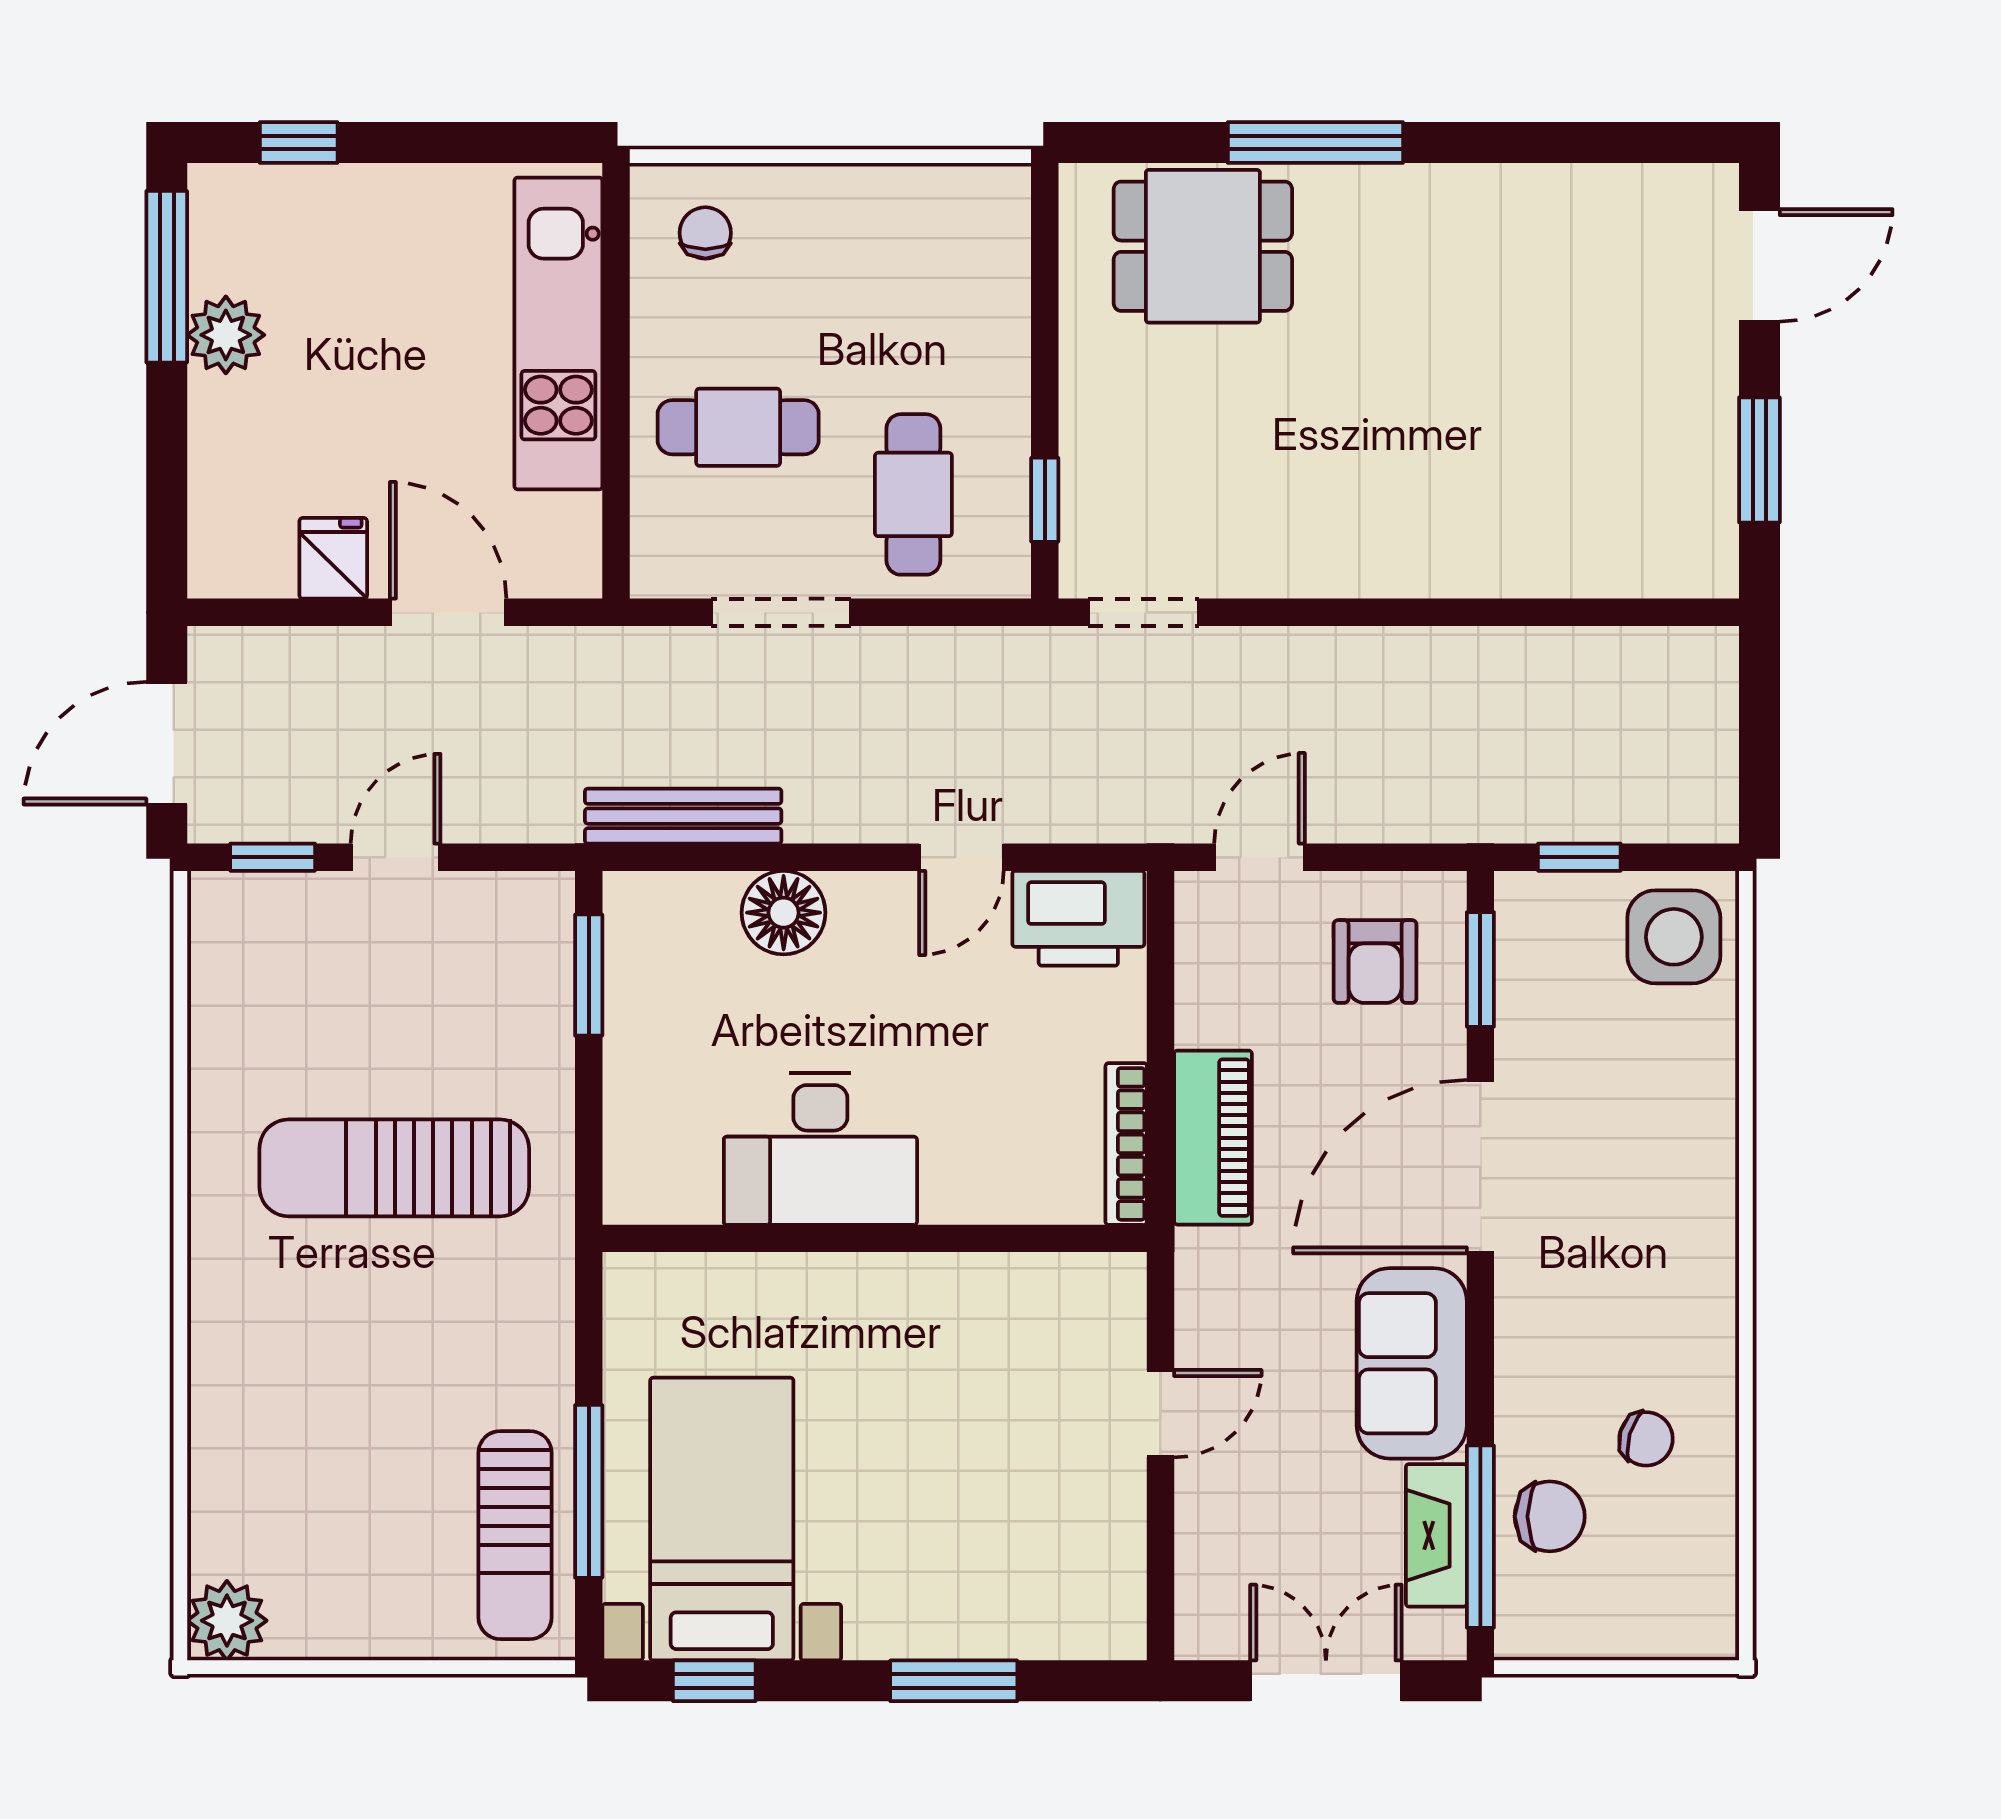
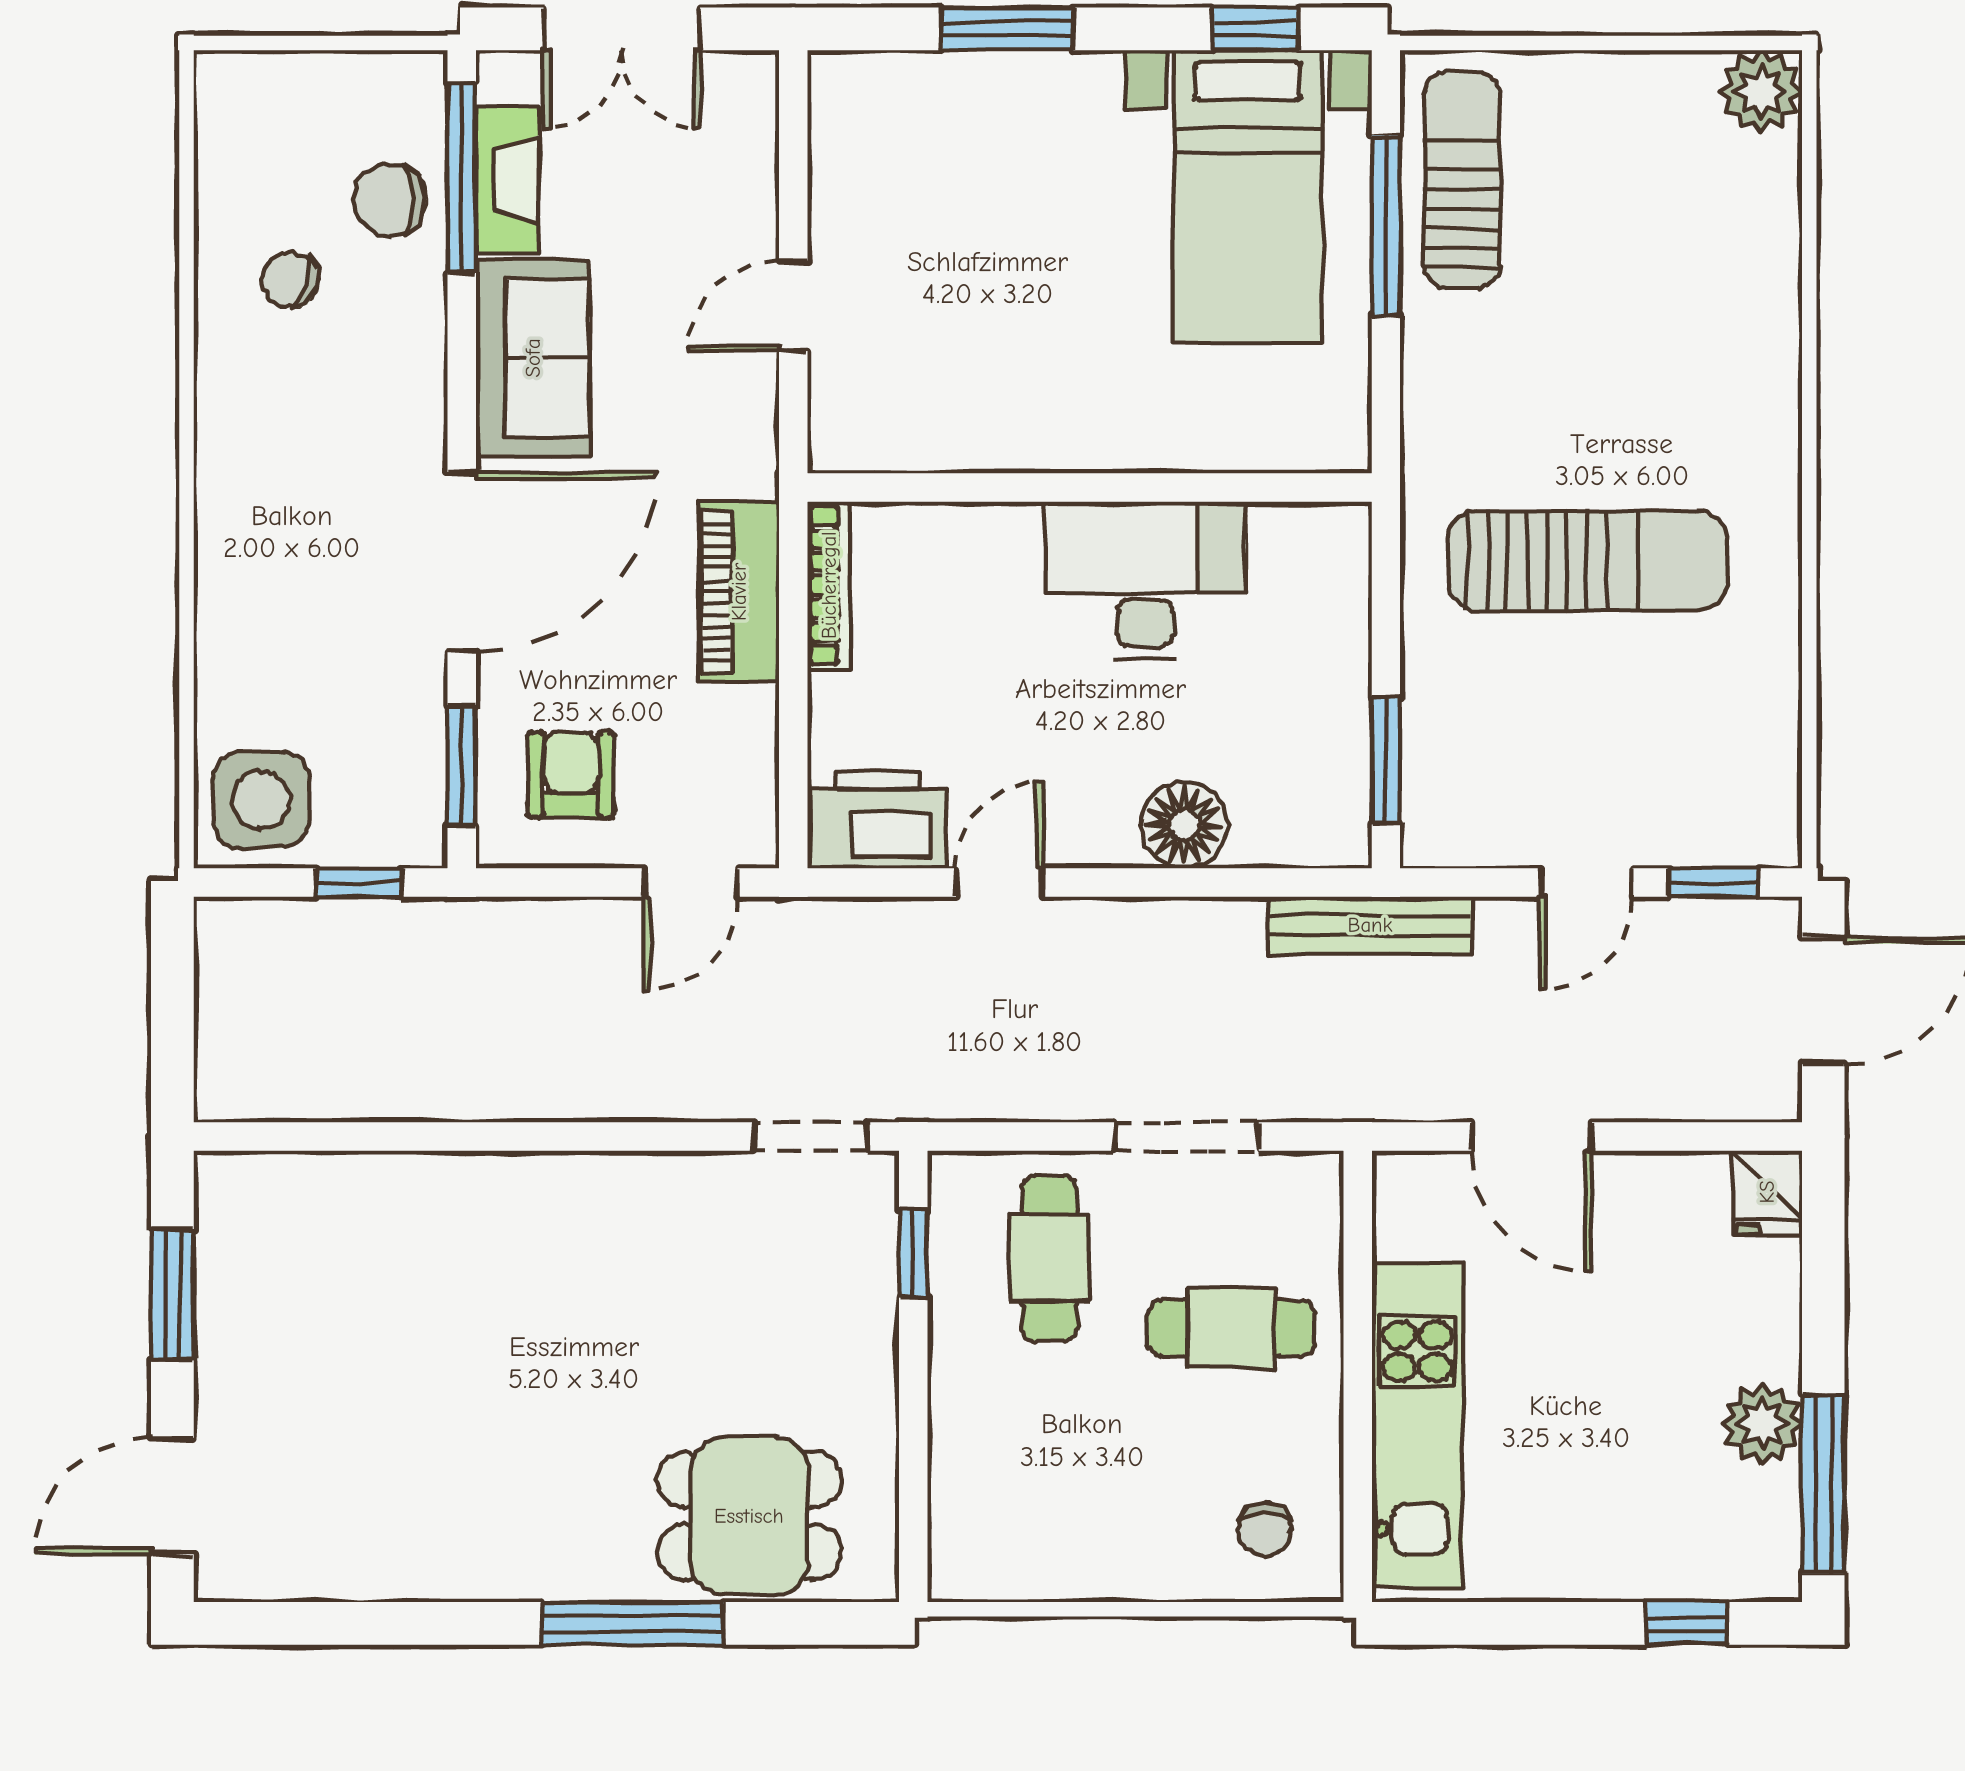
fridge: (333, 558) -> (1767, 1192), moved
bench: (683, 816) -> (1370, 925), moved

